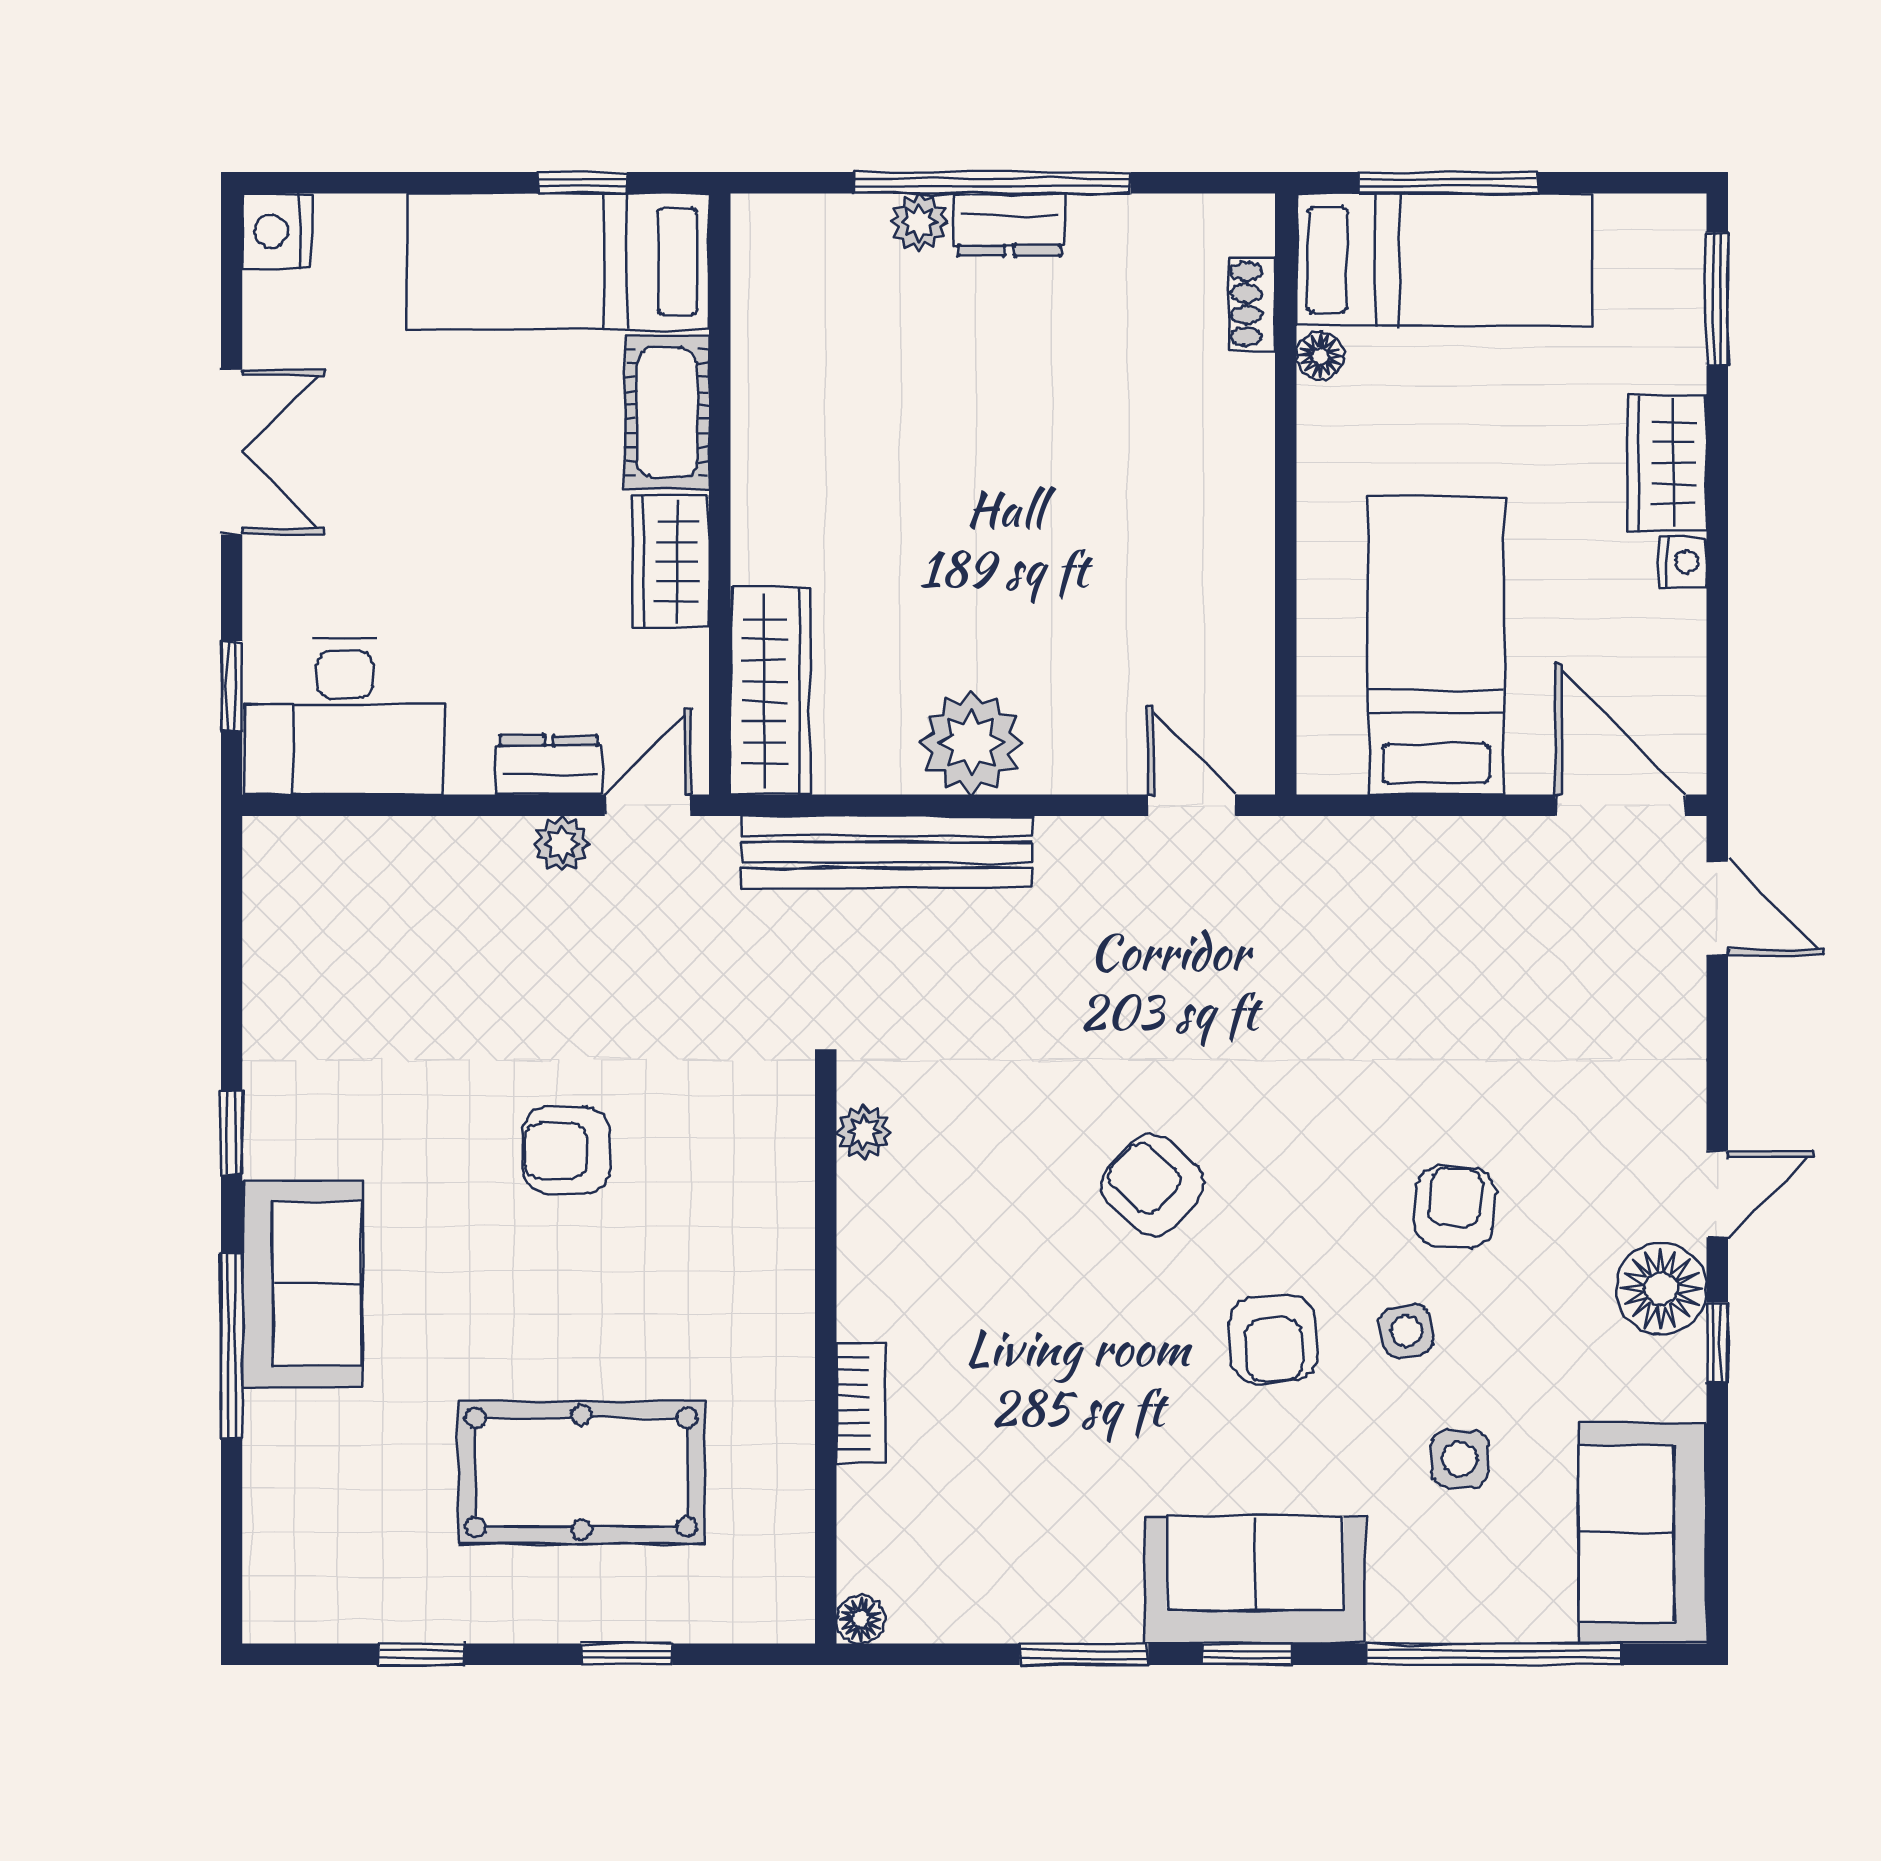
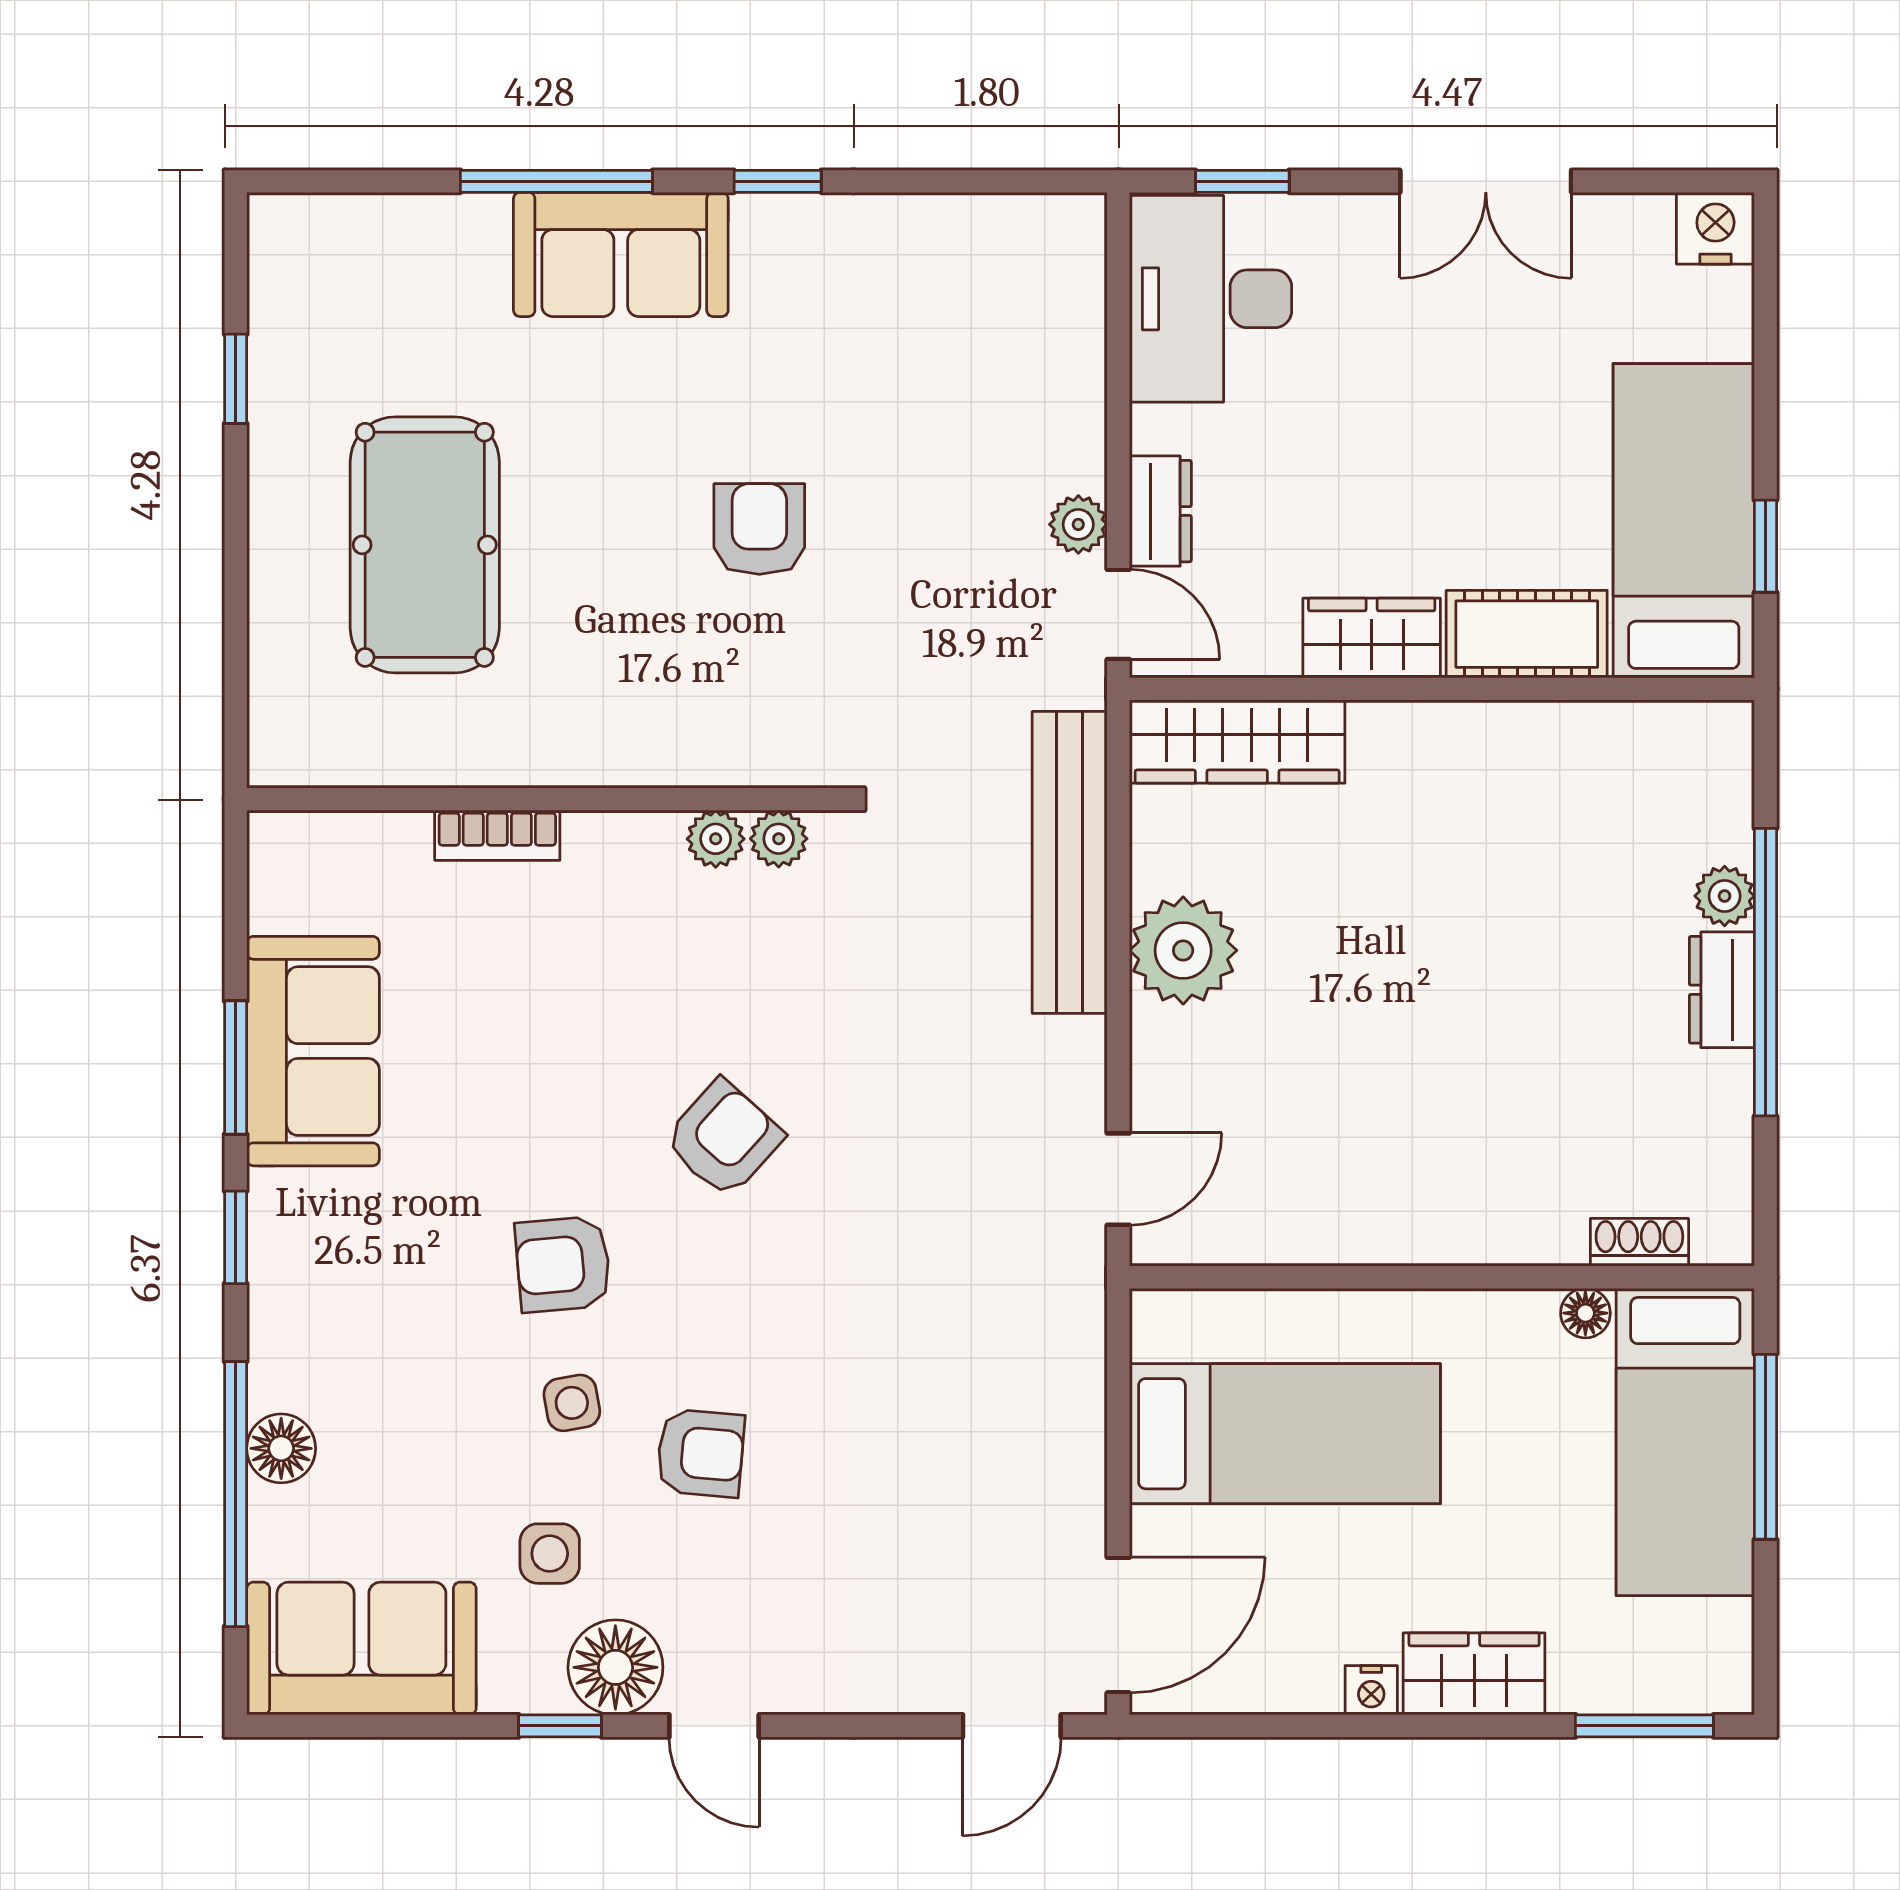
plant: (864, 1193) -> (716, 839), added
side table: (1460, 1459) -> (550, 1554), moved
sofa: (1255, 1580) -> (313, 1051), moved
floor lamp: (861, 1619) -> (281, 1448), moved, width x1.37, depth x1.37
window: (627, 1654) -> (236, 592), removed

